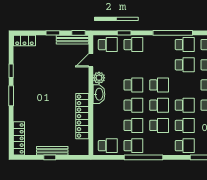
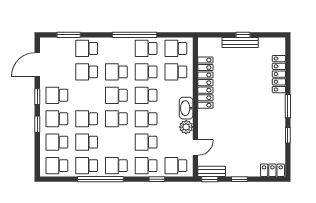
bench: (73, 40) -> (212, 171), width x0.73
school desk: (159, 45) -> (116, 166), added
school desk: (133, 65) -> (146, 142), added
school desk: (185, 105) -> (87, 119), moved
school desk: (108, 125) -> (176, 72), added
locker: (19, 138) -> (279, 74), moved

